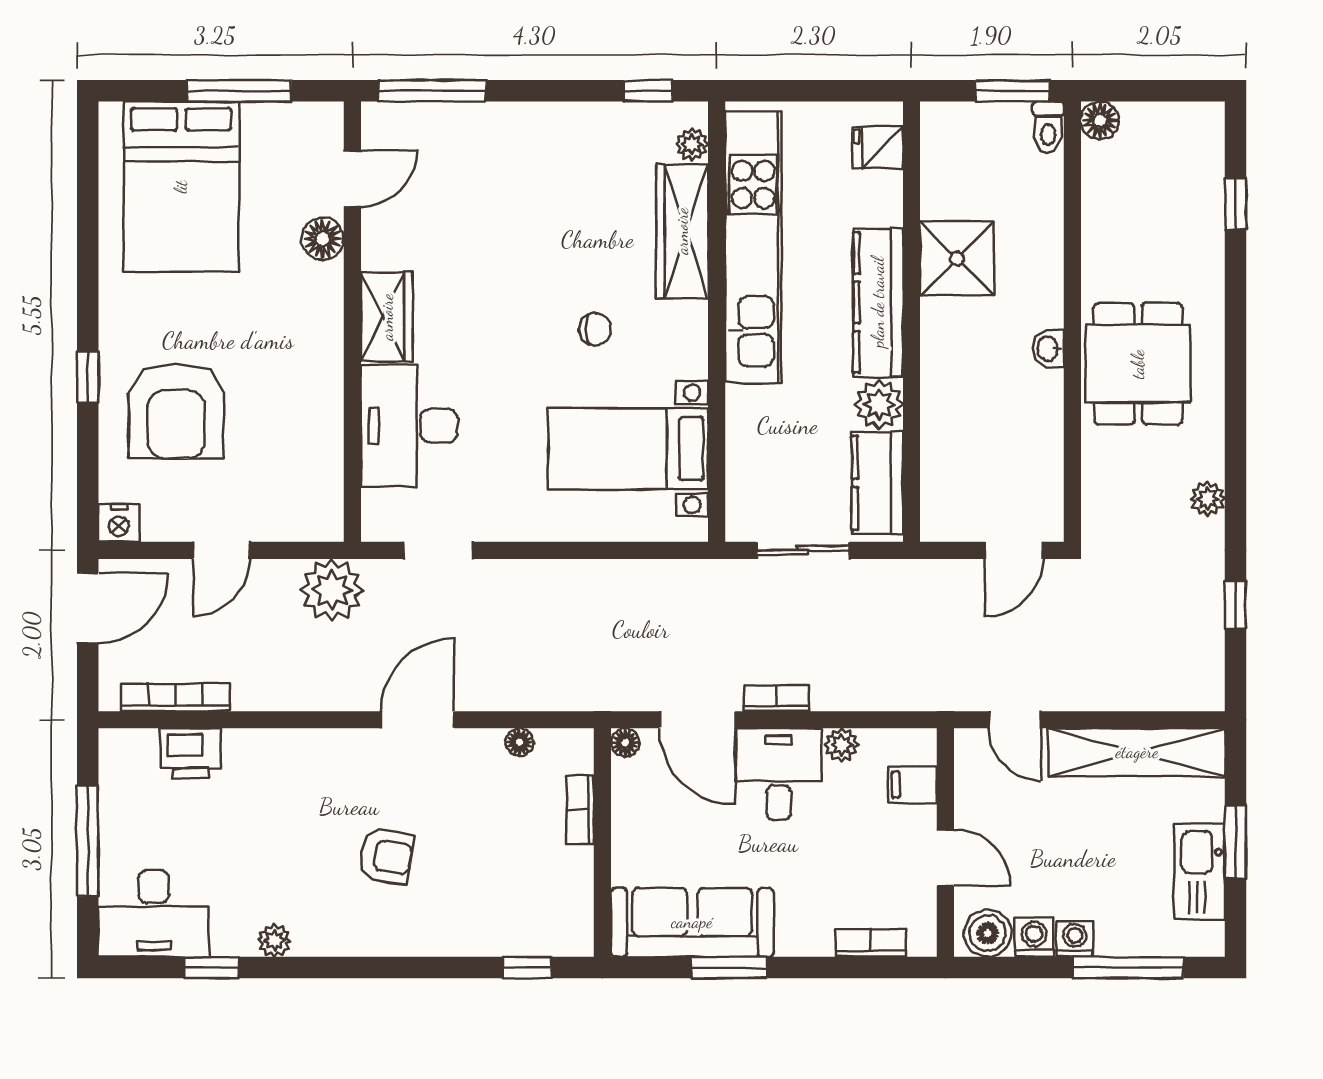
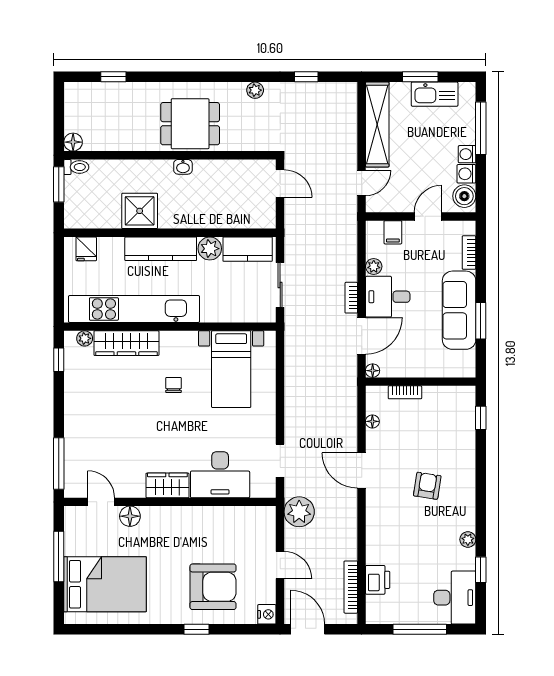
sofa: (692, 922) -> (459, 310), moved

